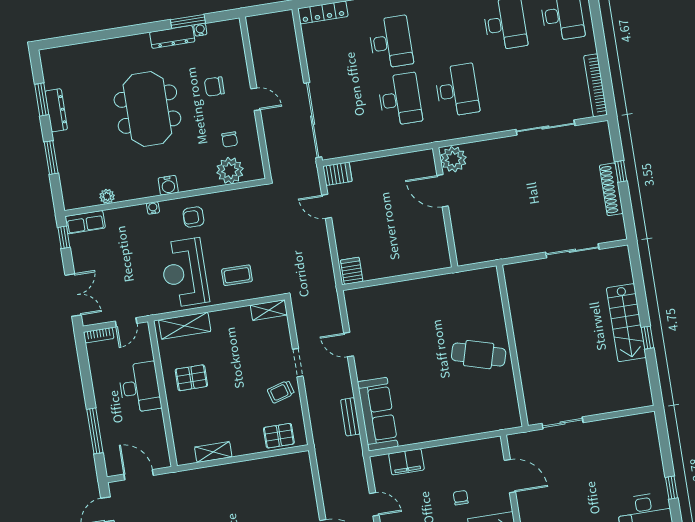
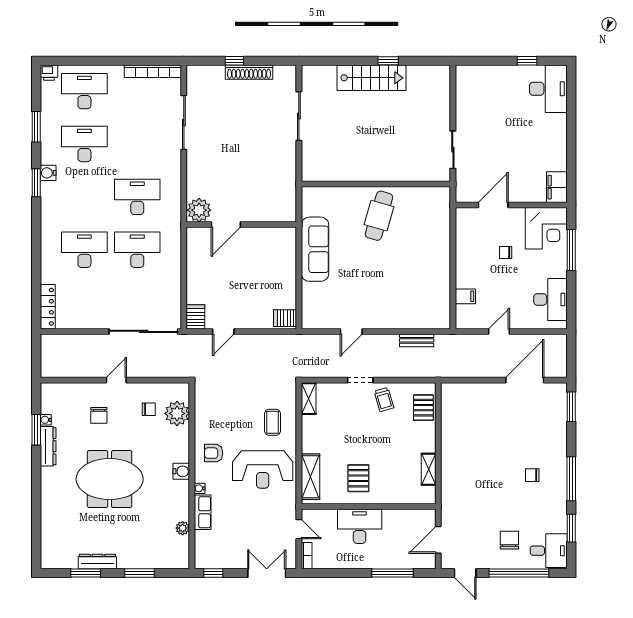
armchair: (193, 217) -> (214, 453), turned 90
row of seats: (85, 222) -> (203, 512), moved
sofa: (378, 414) -> (315, 249), moved, turned 90
filing cabinet: (406, 462) -> (465, 296), width x0.50

